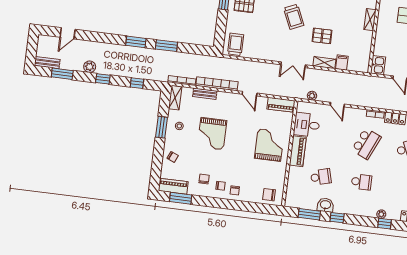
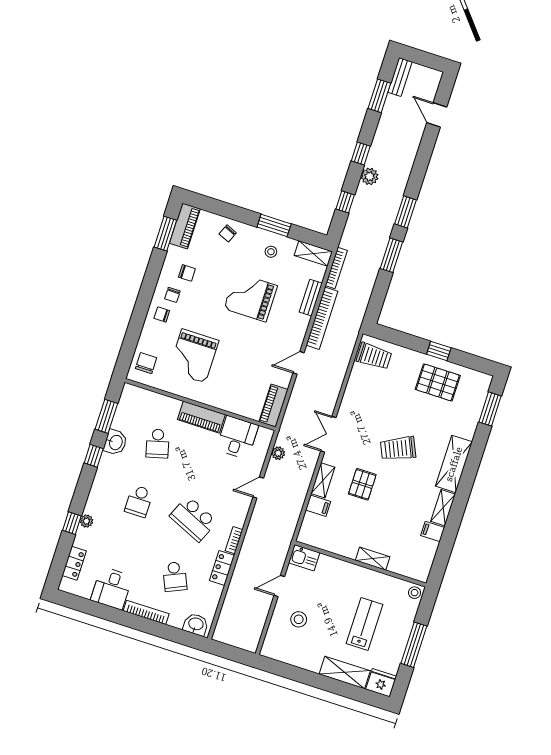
plant: (90, 67) -> (370, 176), moved
grand piano: (269, 145) -> (194, 356), moved, turned 90

